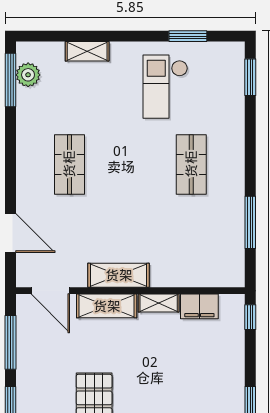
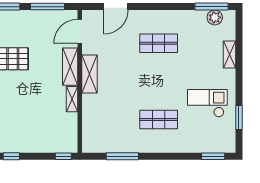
filing cabinet: (199, 306) -> (70, 125), removed

